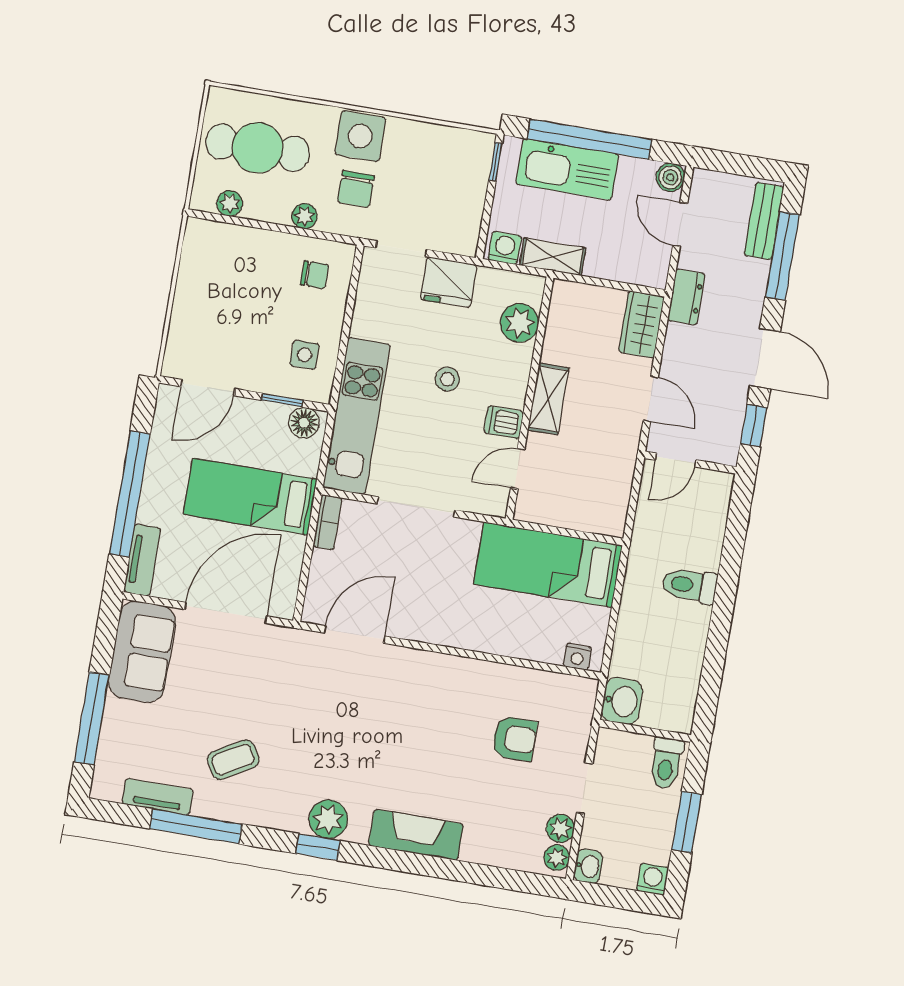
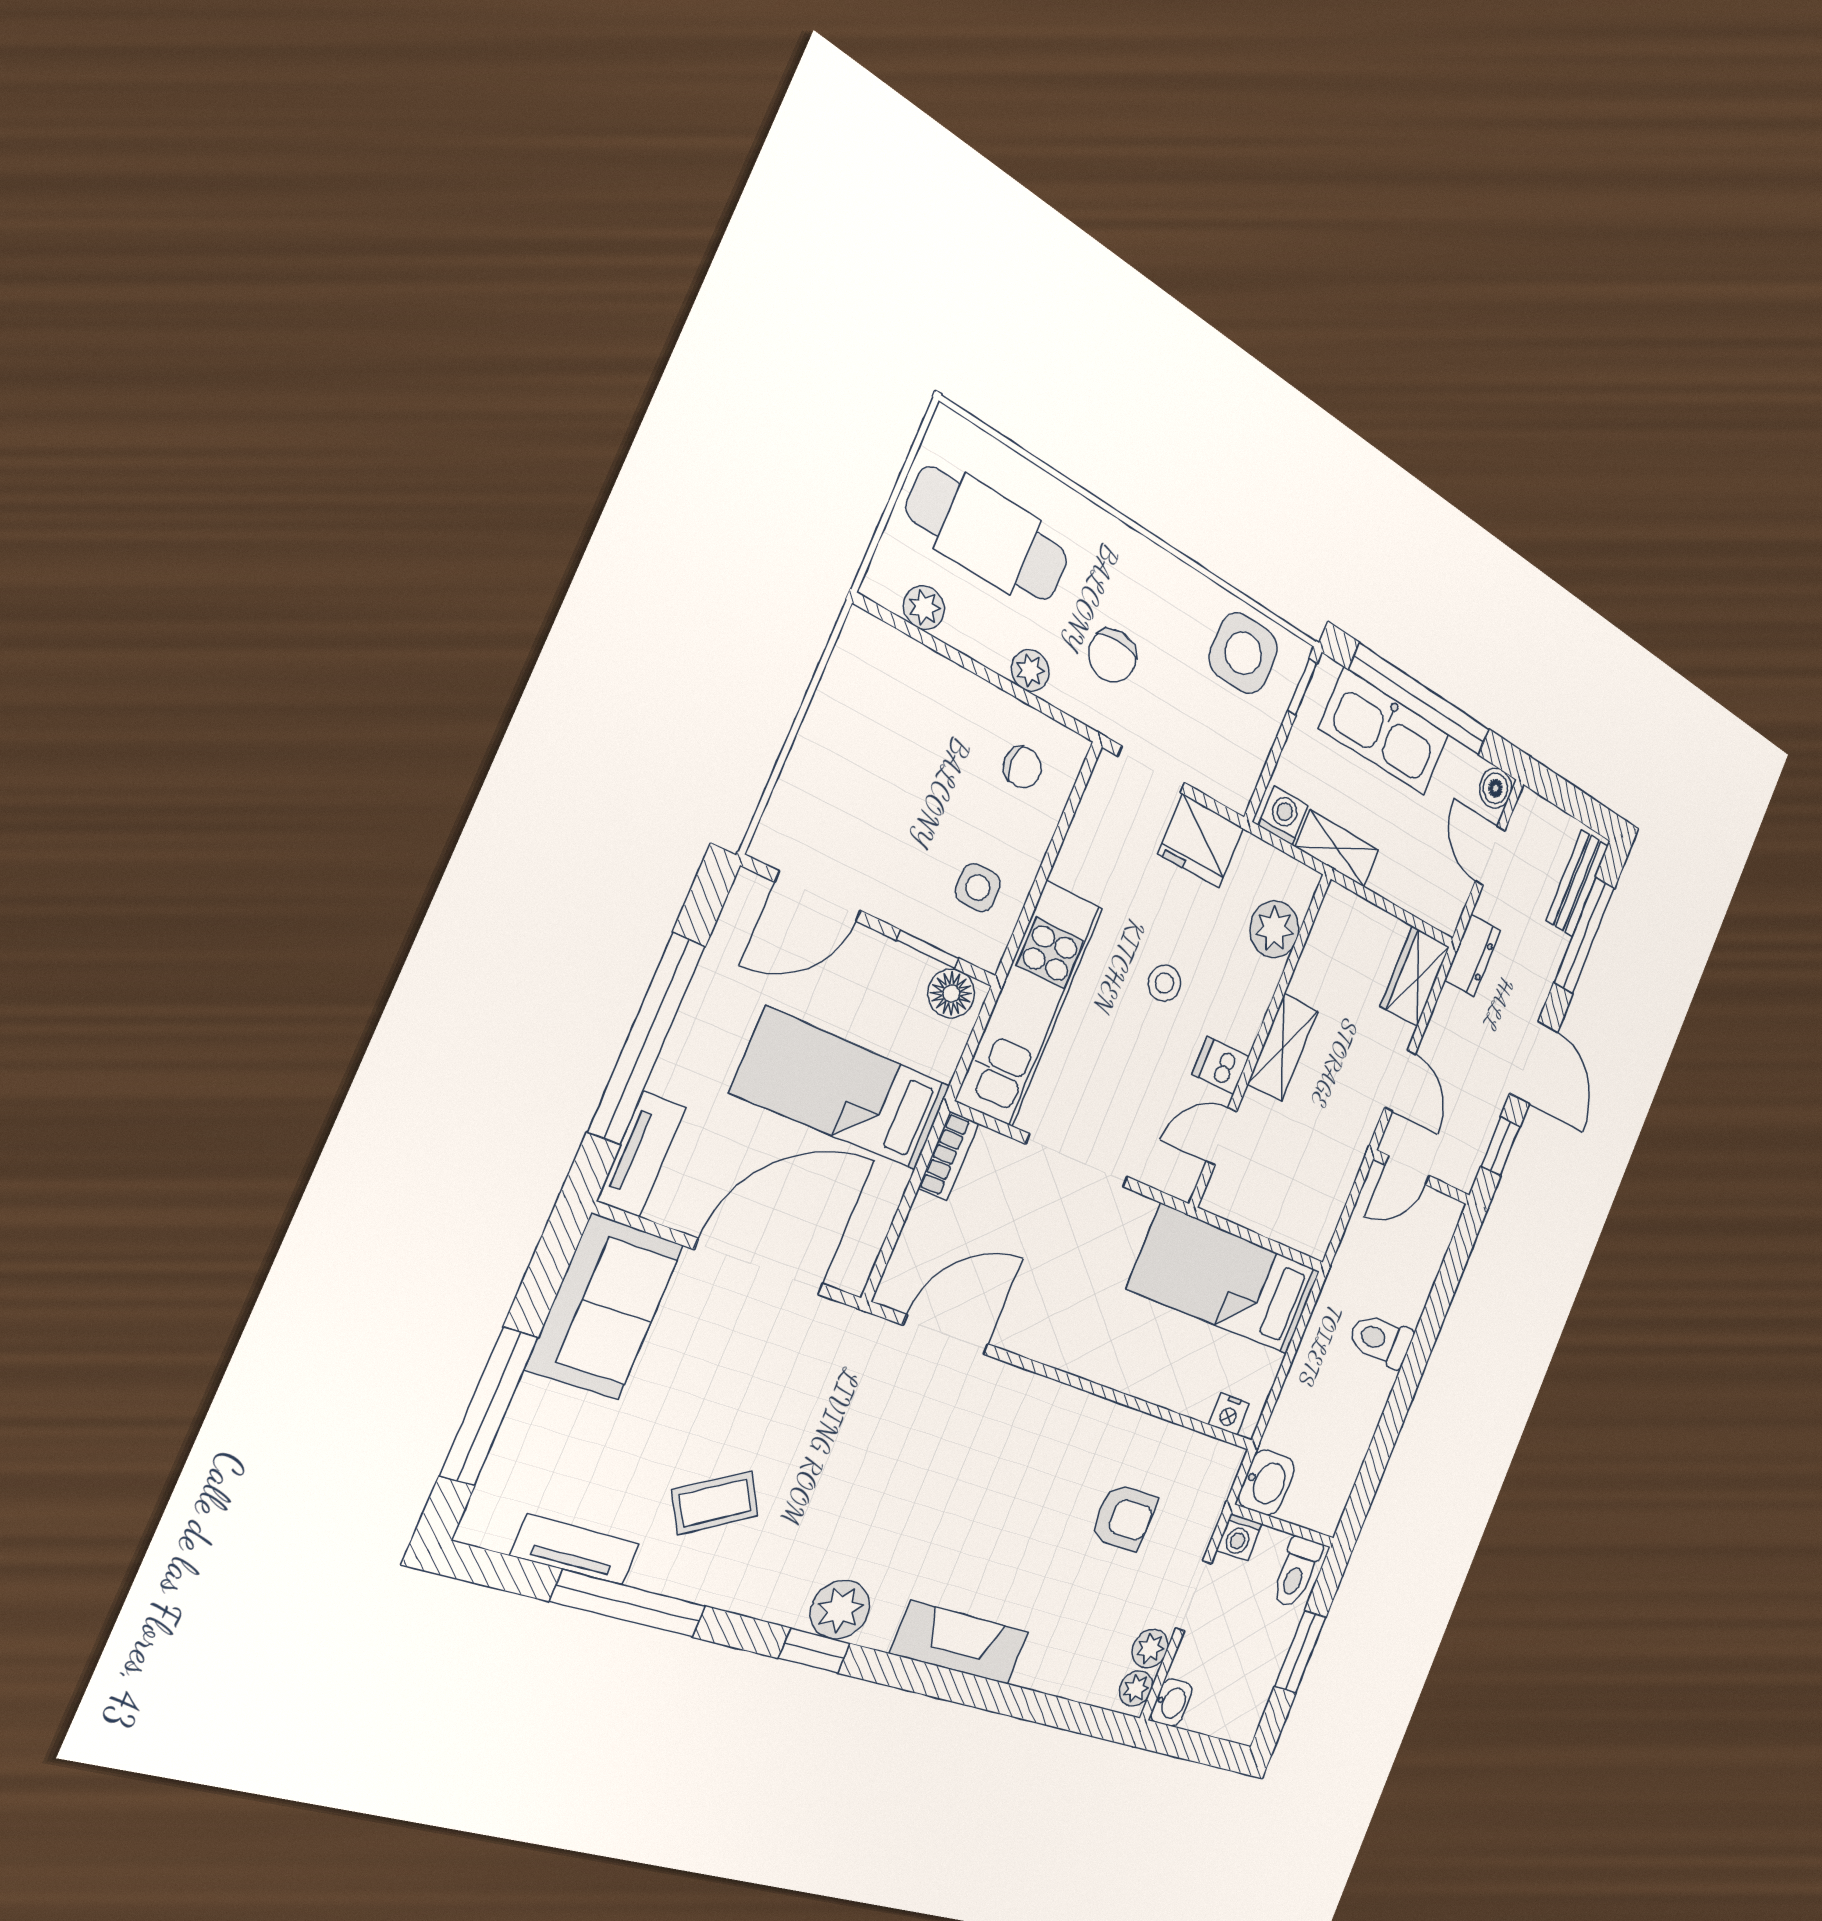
side table: (360, 136) -> (1243, 653), moved
washing machine: (653, 879) -> (1239, 1537), moved, turned 180

